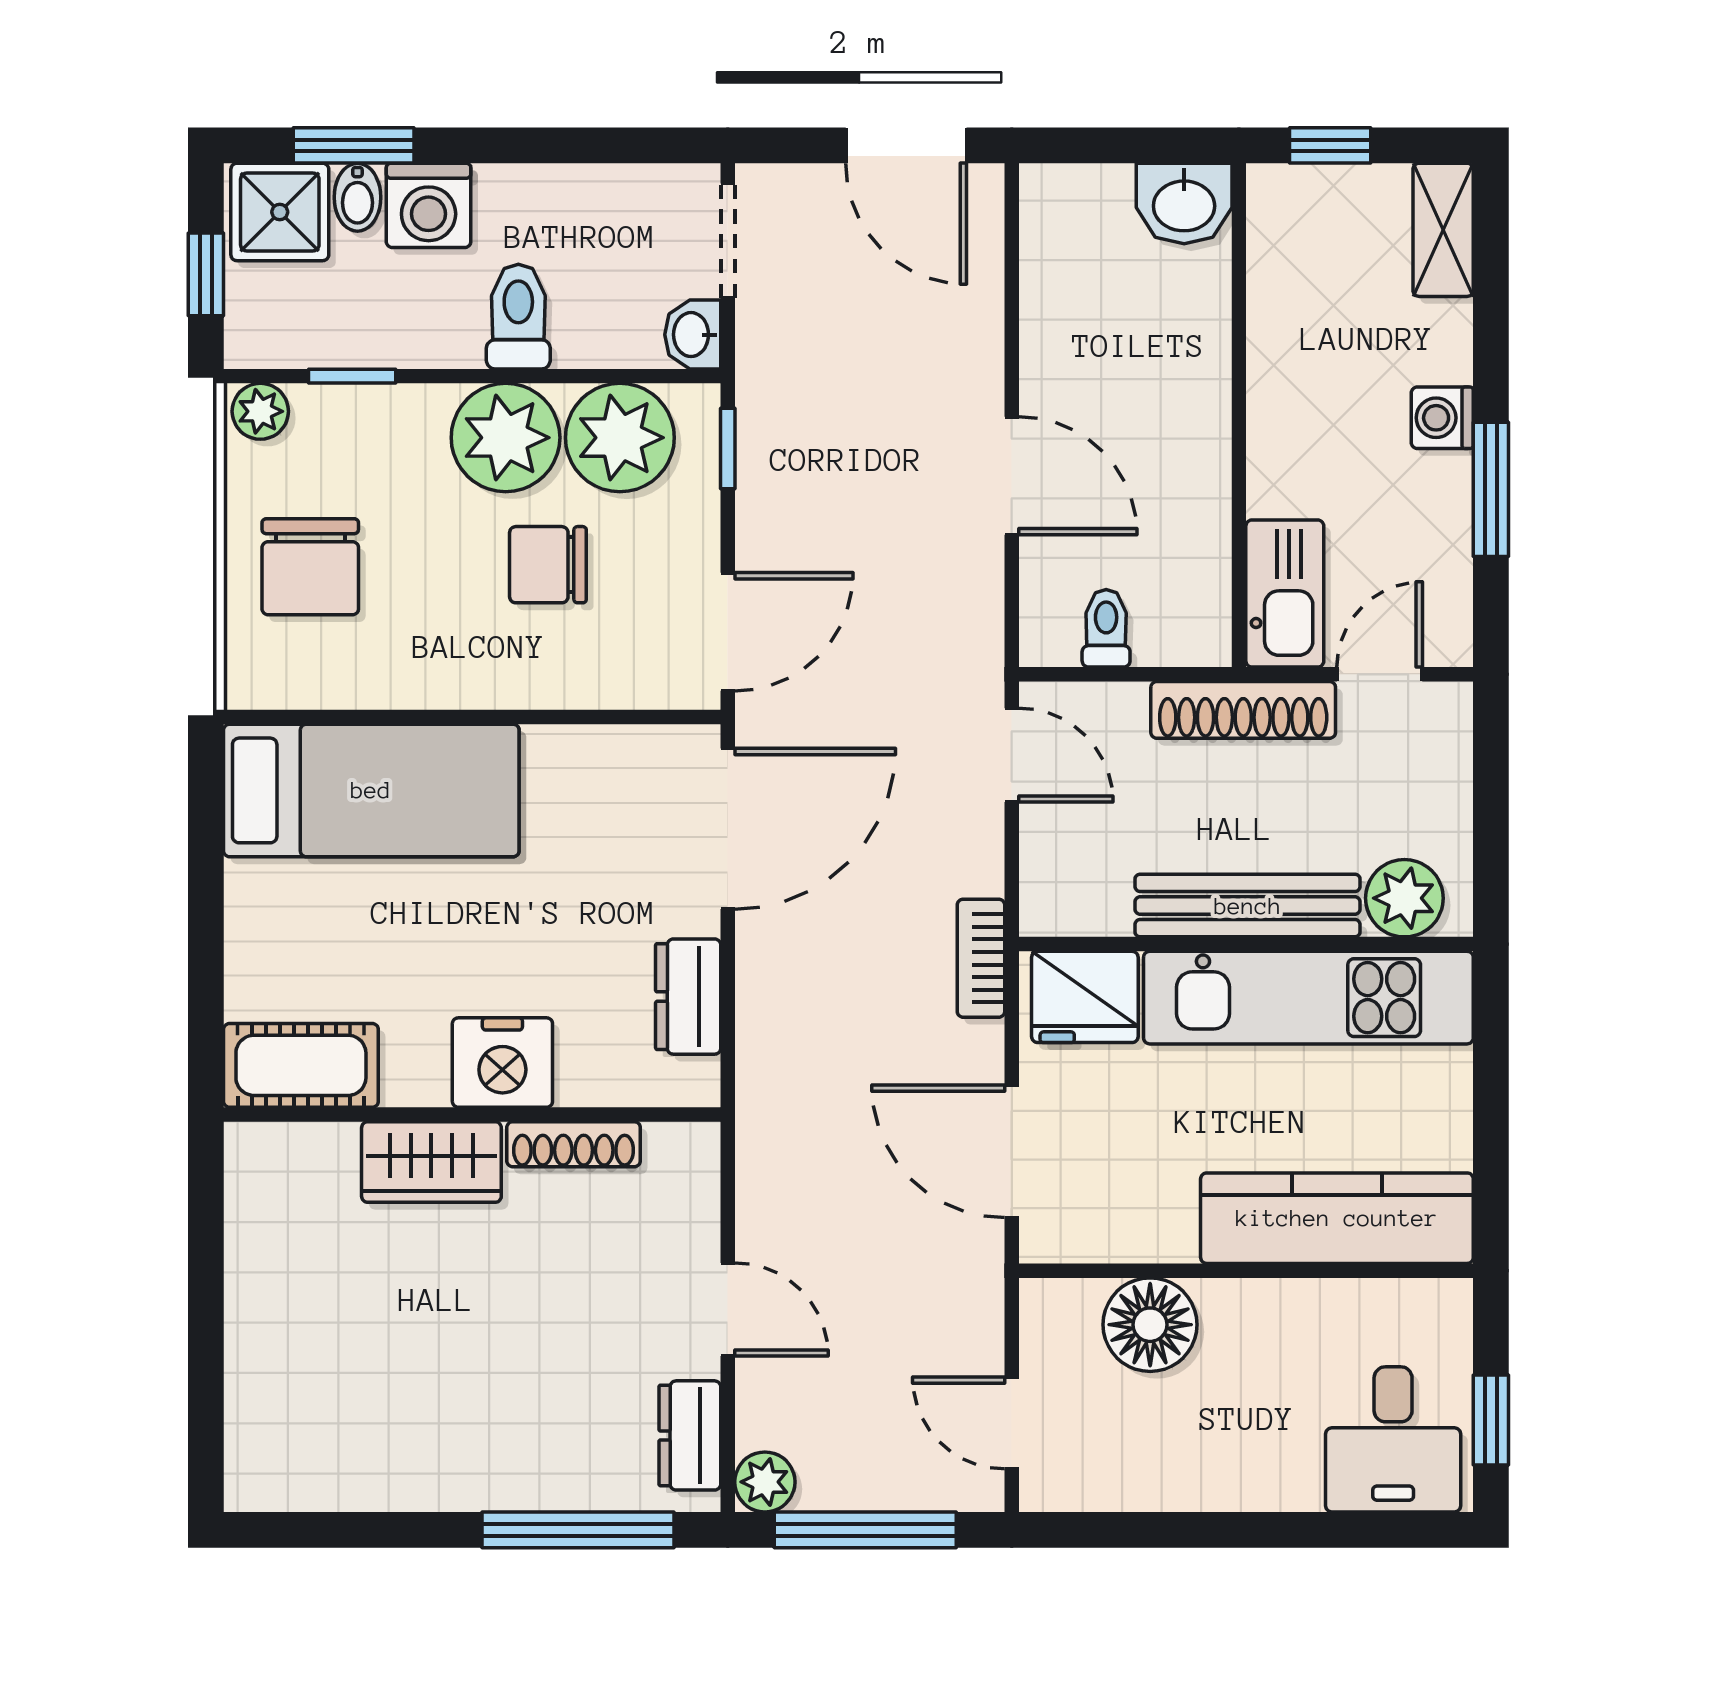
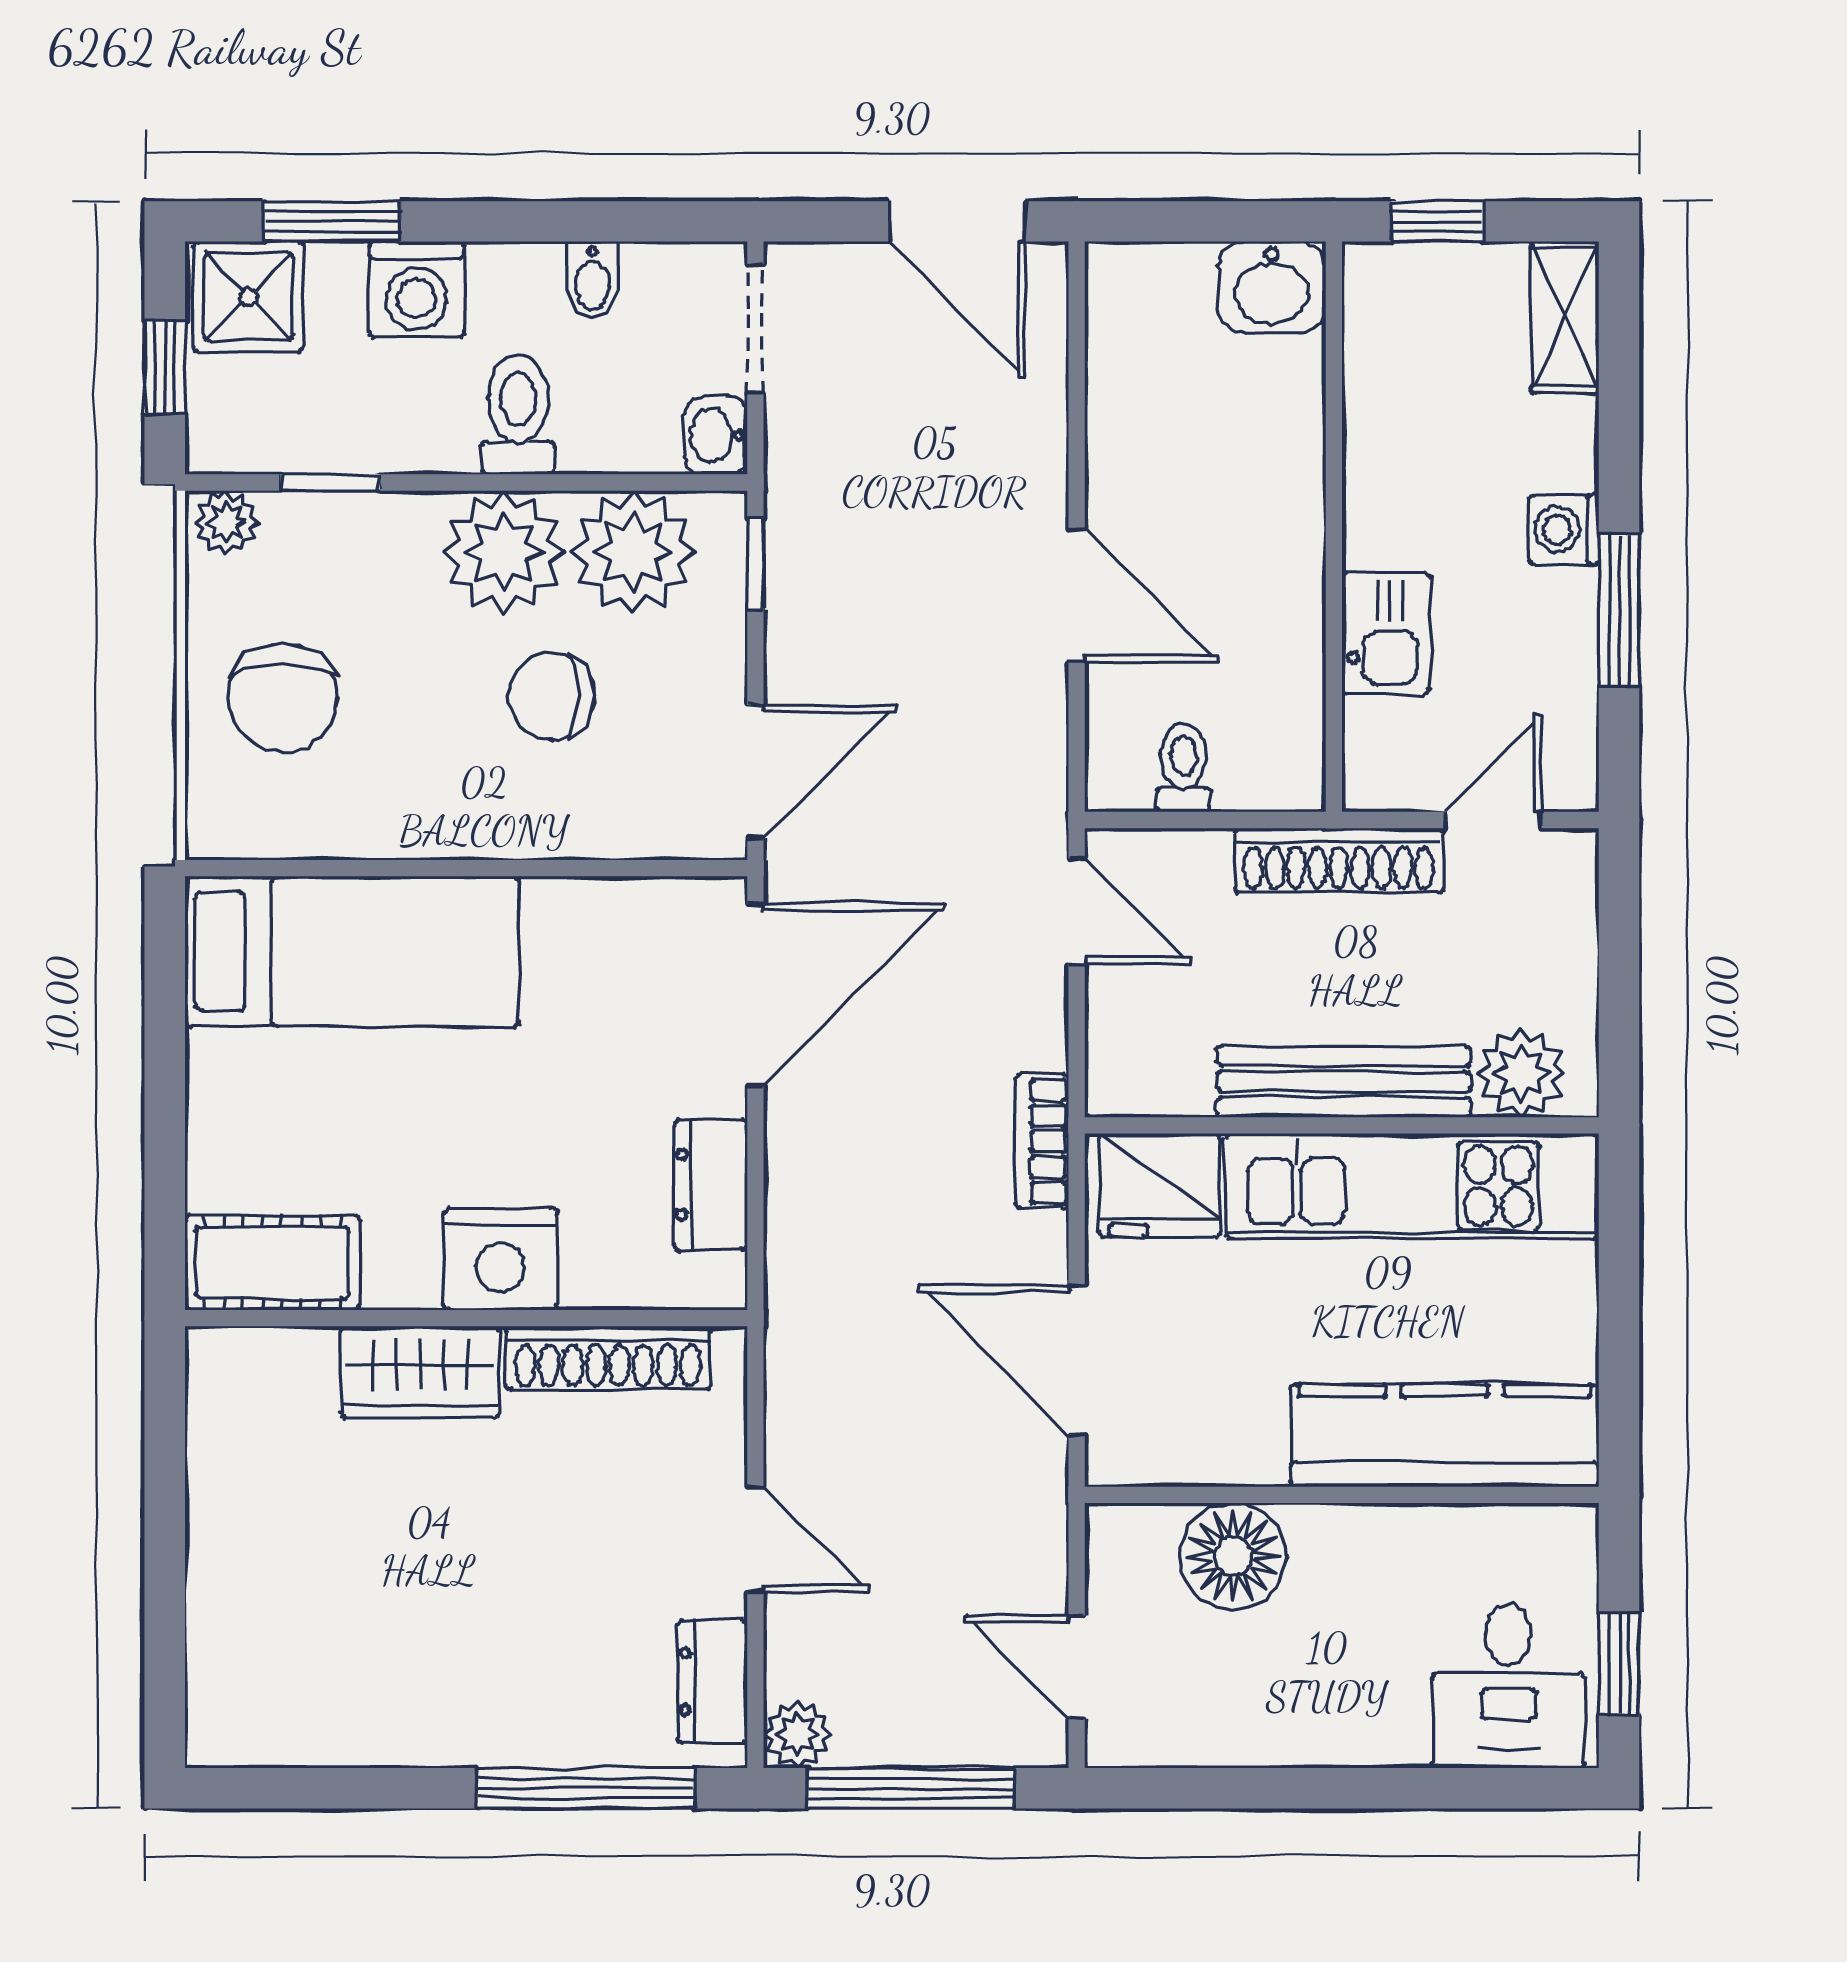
bidet: (357, 197) -> (593, 280), moved
kitchen sink: (1285, 594) -> (1386, 633), moved, width x0.73
shoe rack: (574, 1144) -> (608, 1358), width x1.36, depth x1.24

